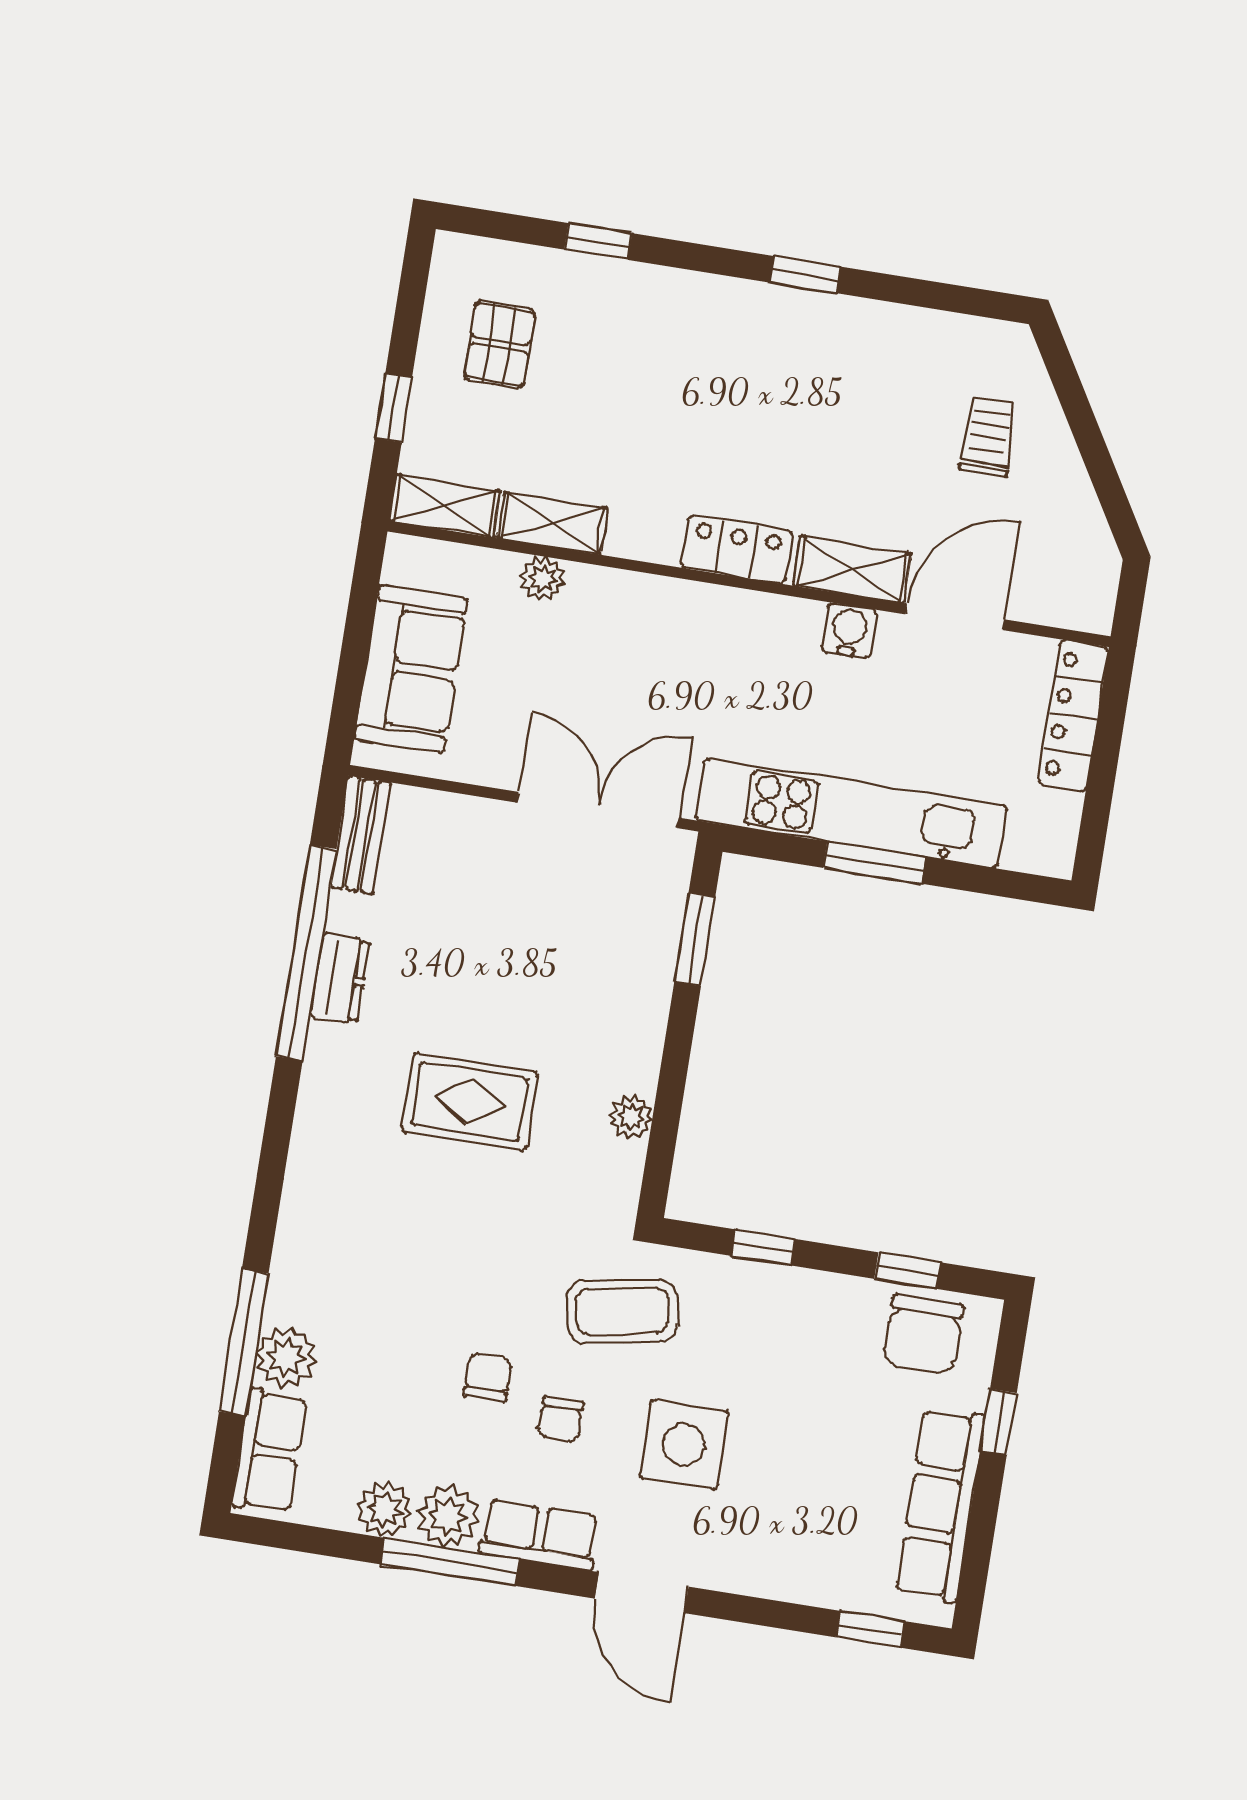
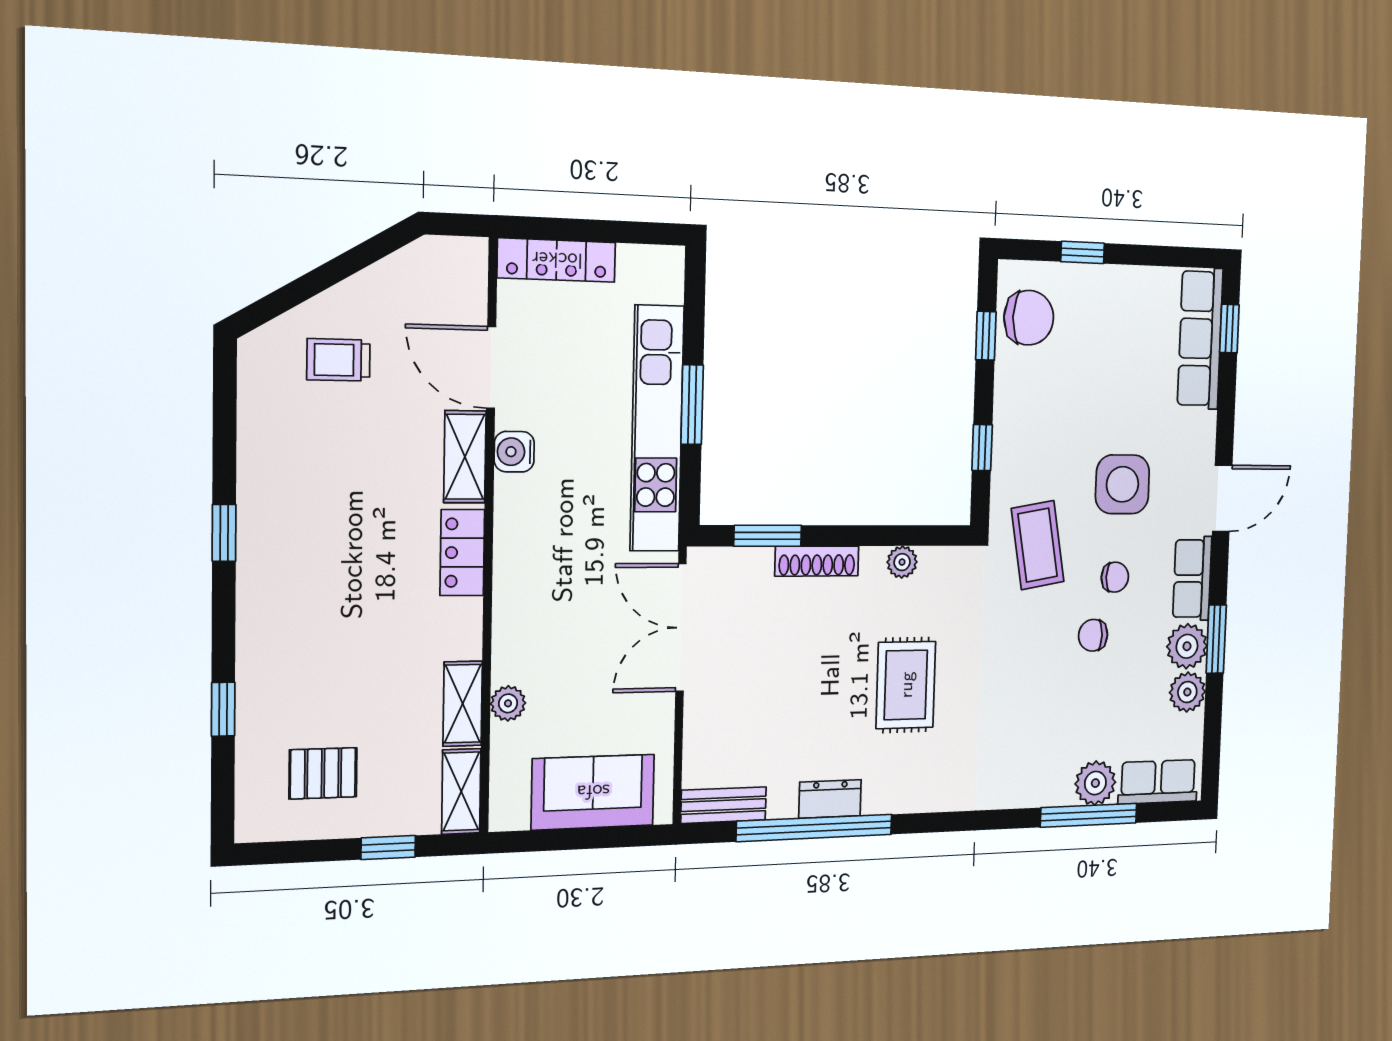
shoe rack: (652, 1001) -> (817, 561), added
row of seats: (940, 1505) -> (1200, 339), moved, turned 90
window: (450, 1562) -> (1216, 639), width x0.69

